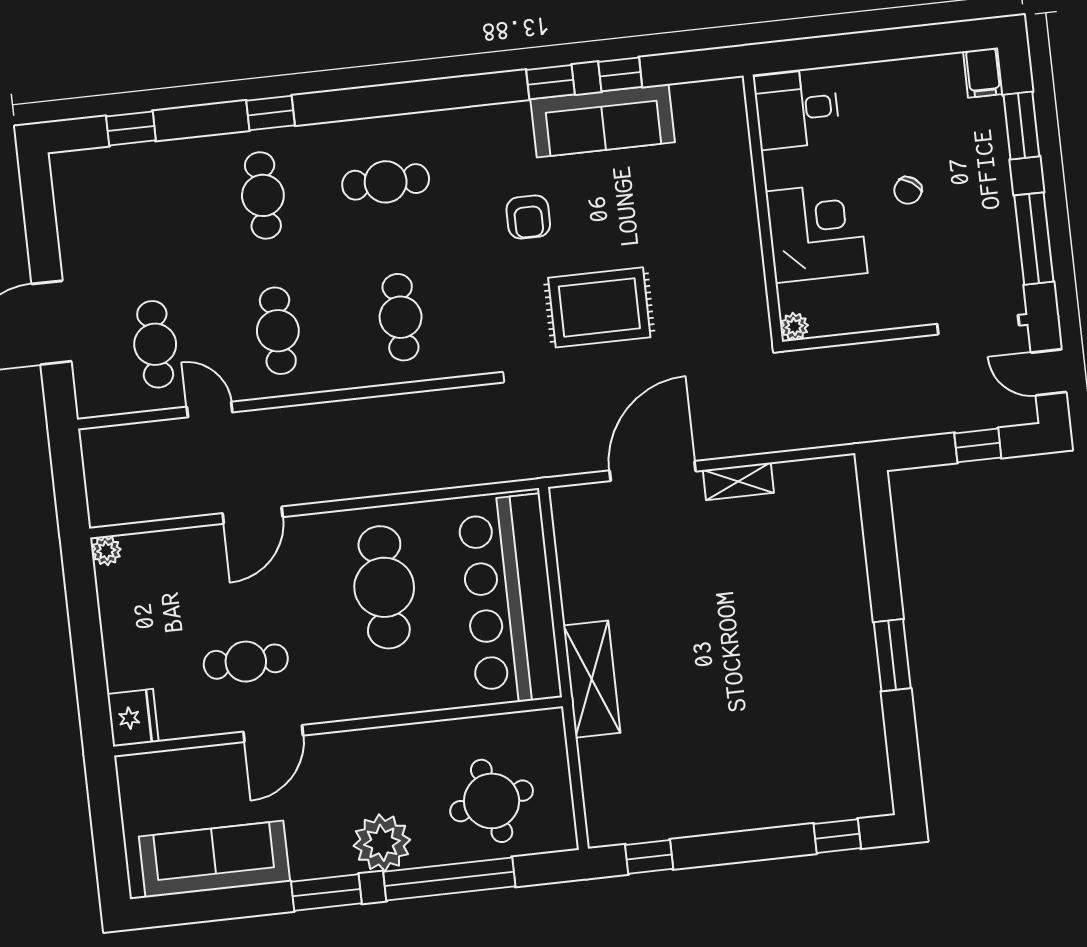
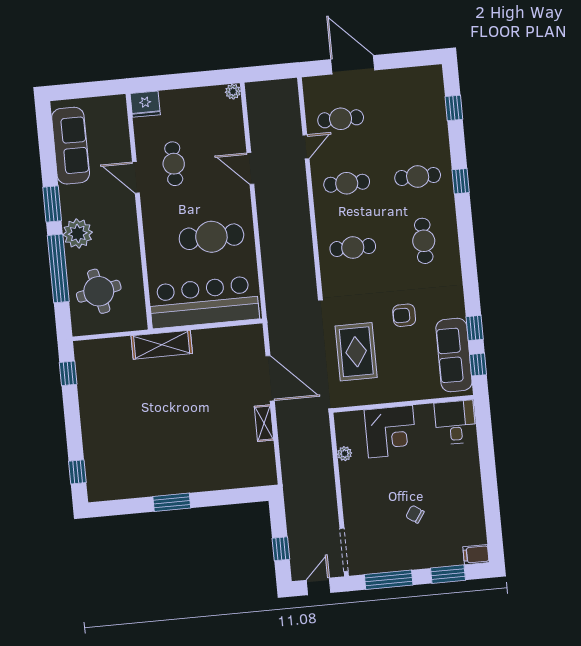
desk: (797, 109) -> (455, 422), moved
wall: (763, 209) -> (403, 404), moved
corner desk: (816, 232) -> (391, 432), moved

